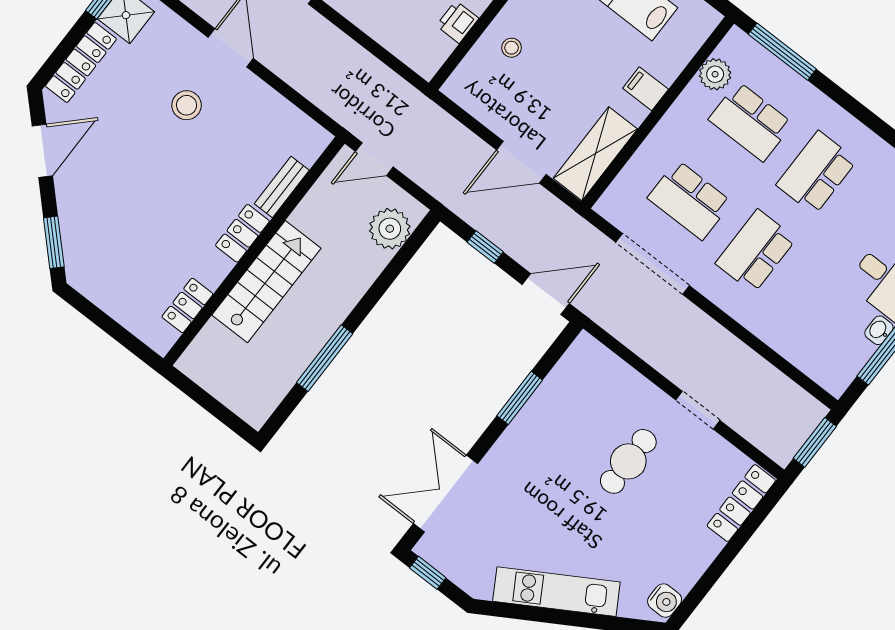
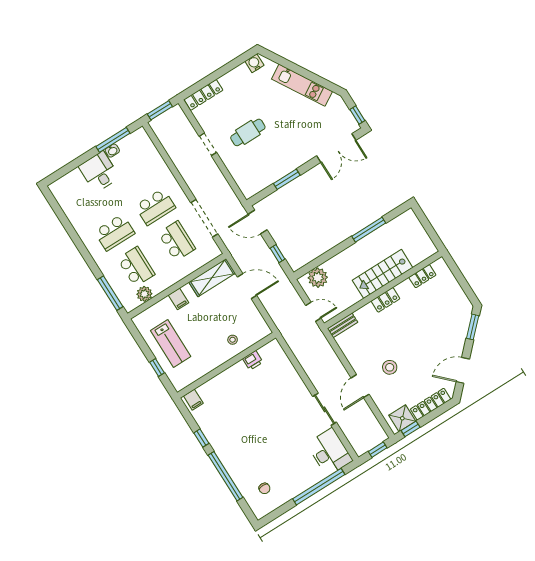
bench: (282, 187) -> (342, 325), moved

